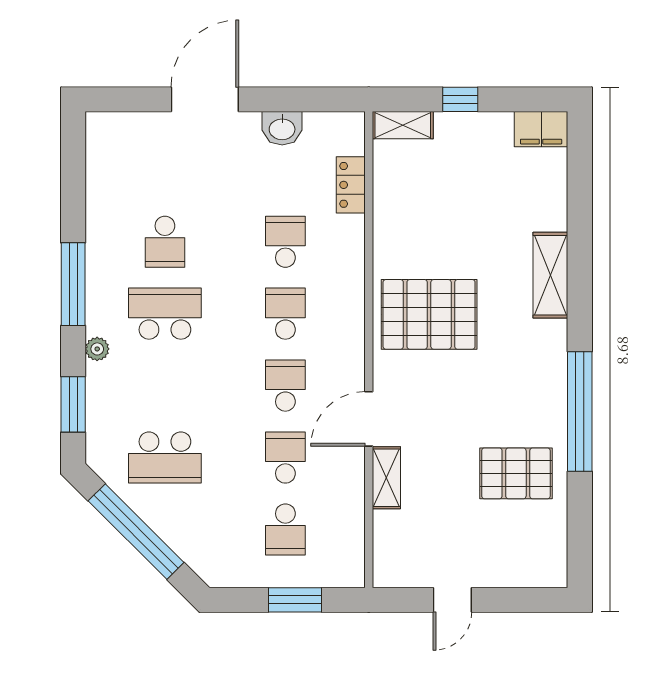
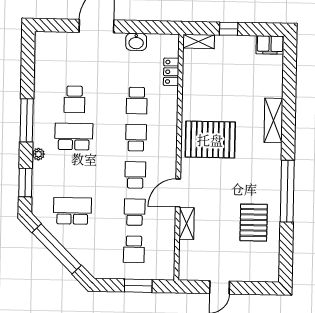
school desk: (285, 242) -> (137, 101), turned 180
school desk: (165, 458) -> (72, 211), turned 180
pallet: (516, 473) -> (254, 223), turned 90

